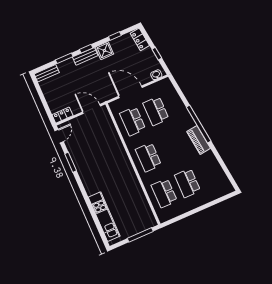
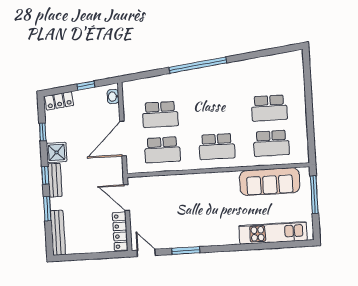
bench: (47, 73) -> (58, 233), width x1.36
door: (91, 109) -> (127, 198), hinge flipped
locker: (62, 115) -> (120, 231), width x1.53
piano: (199, 140) -> (219, 73), removed
sofa: (138, 202) -> (270, 182), added

